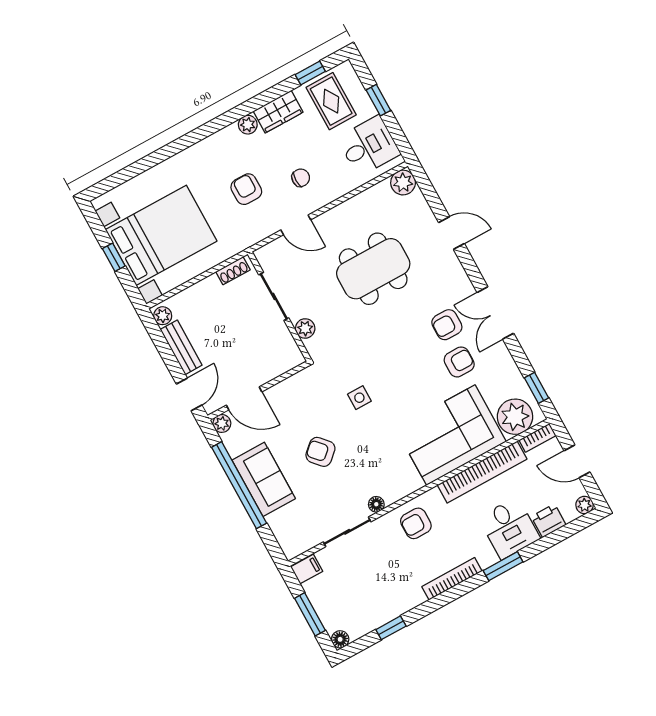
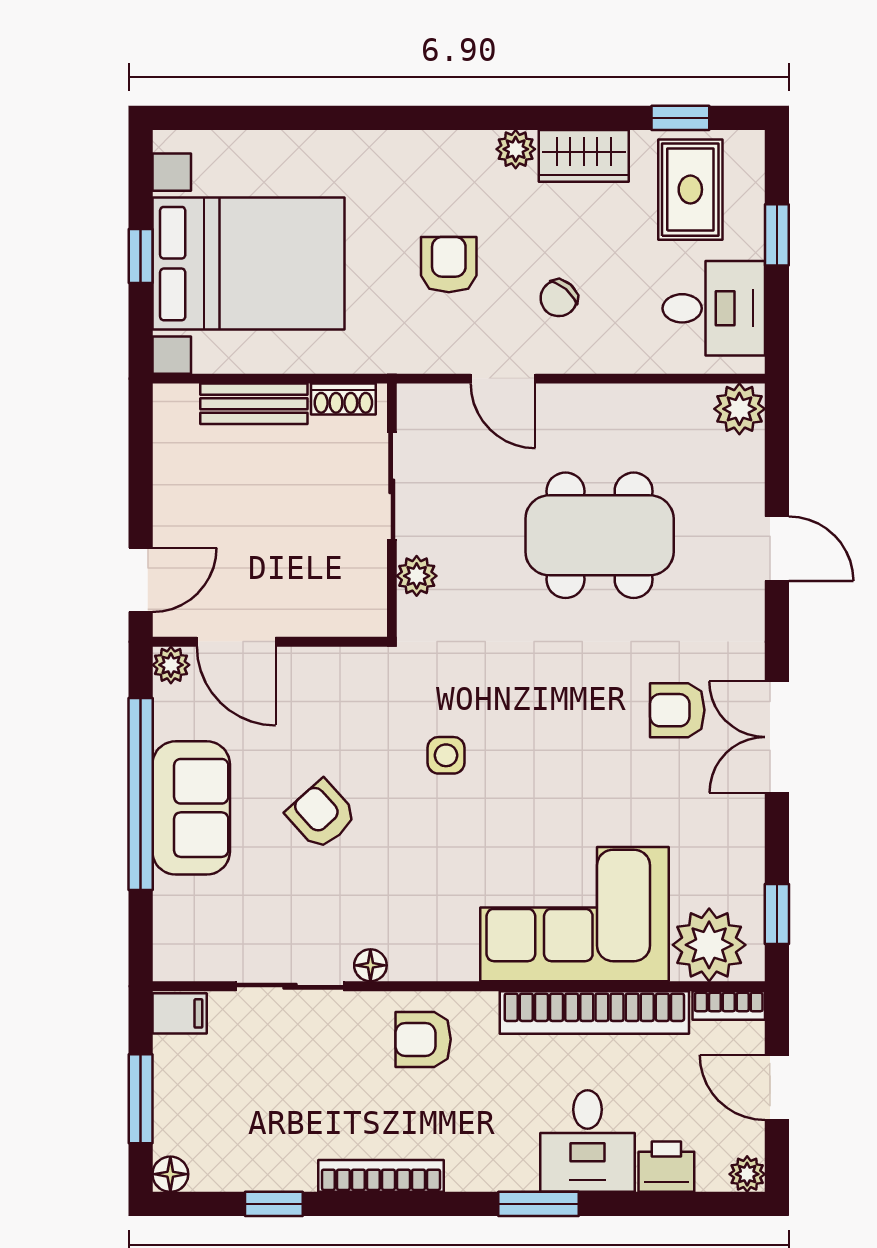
chair: (301, 178) -> (559, 298), turned 131
plant: (163, 316) -> (171, 411), removed
bench: (181, 347) -> (254, 404), moved, turned 90
armchair: (459, 362) -> (662, 790), removed
bookcase: (452, 579) -> (381, 1176), moved

